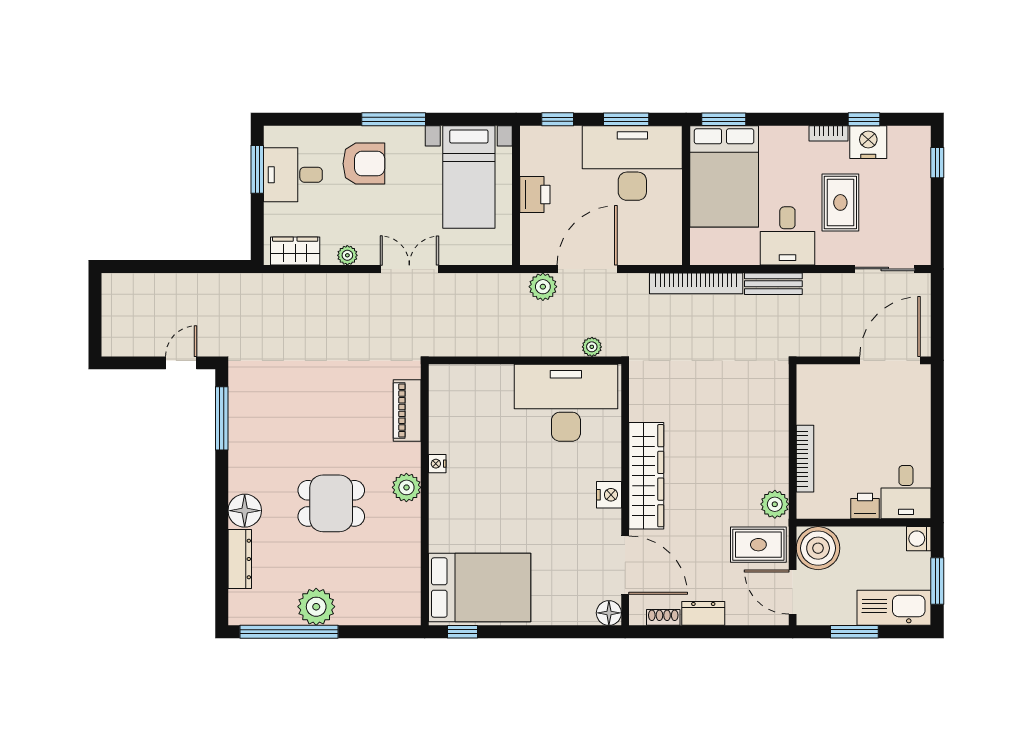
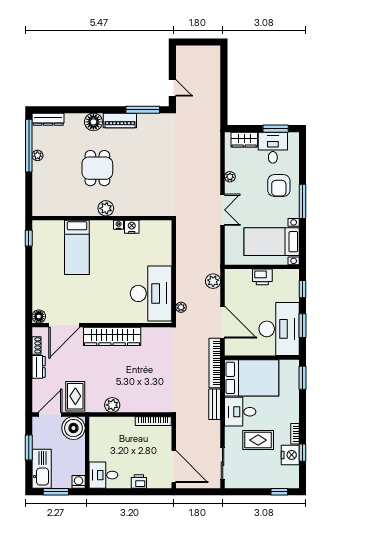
bed: (724, 176) -> (252, 378), moved, turned 180
wardrobe: (295, 251) -> (244, 140), moved, turned 90
door: (587, 269) -> (223, 322), moved
piano: (407, 410) -> (120, 120), moved, turned 180
bookcase: (805, 459) -> (153, 421), moved
nightstand: (609, 495) -> (132, 227), moved, turned 180
plant: (775, 504) -> (112, 405), moved
printer: (865, 506) -> (139, 481), moved, turned -90
dresser: (240, 559) -> (48, 119), moved
bed: (480, 588) -> (77, 247), moved, width x0.67
plant: (316, 607) -> (37, 155), width x0.53, depth x0.53

